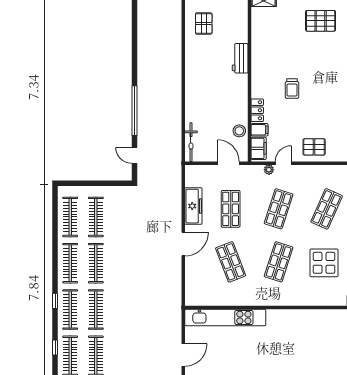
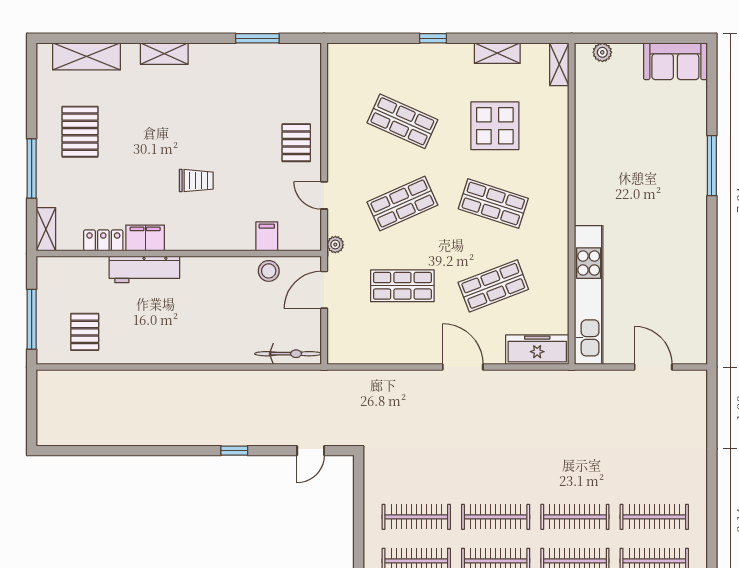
pallet: (204, 23) -> (85, 332), turned 90
workbench: (240, 58) -> (144, 269), width x1.38
locker: (257, 110) -> (103, 240), moved
window: (134, 111) -> (234, 451), width x0.32
filing cabinet: (259, 148) -> (145, 238), moved
plant: (269, 170) -> (335, 245), moved
freezer: (193, 206) -> (537, 350), moved
shop shelf: (279, 209) -> (402, 204), turned -42

